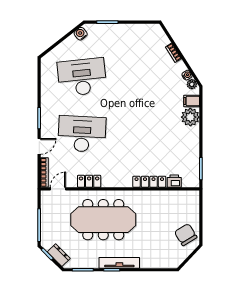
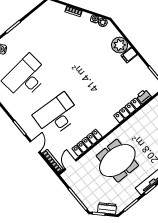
filing cabinet: (192, 101) -> (129, 55), moved
locker: (89, 181) -> (87, 143), width x1.53
meeting table: (103, 220) -> (117, 161), width x0.73

